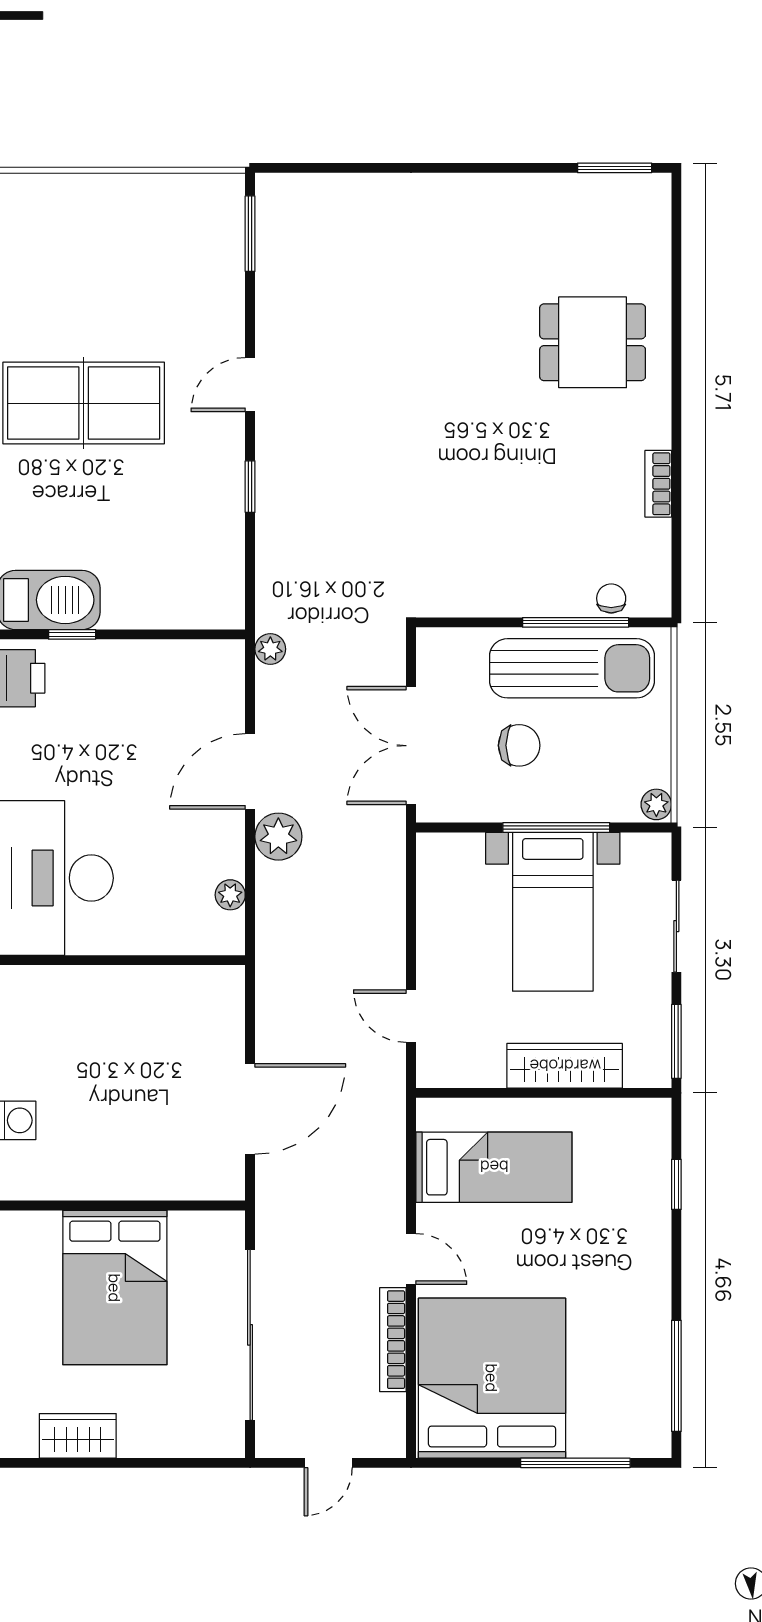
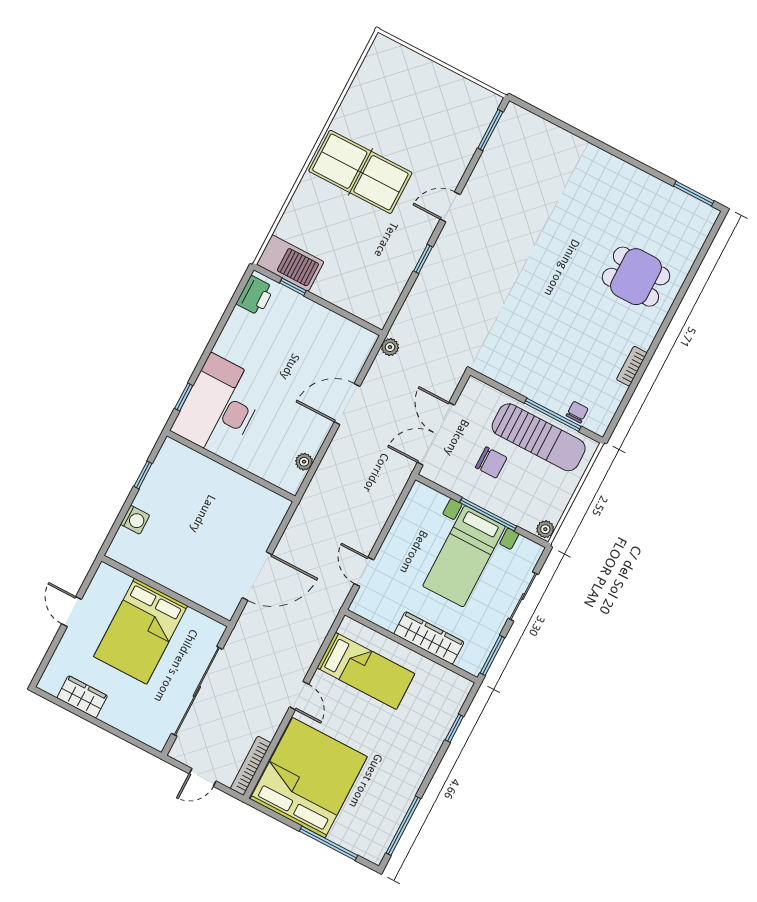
plant: (278, 837) -> (344, 445), removed
bookcase: (393, 1340) -> (251, 766), moved

